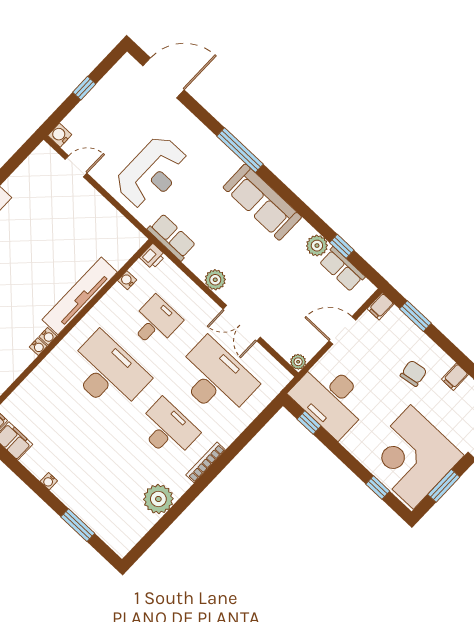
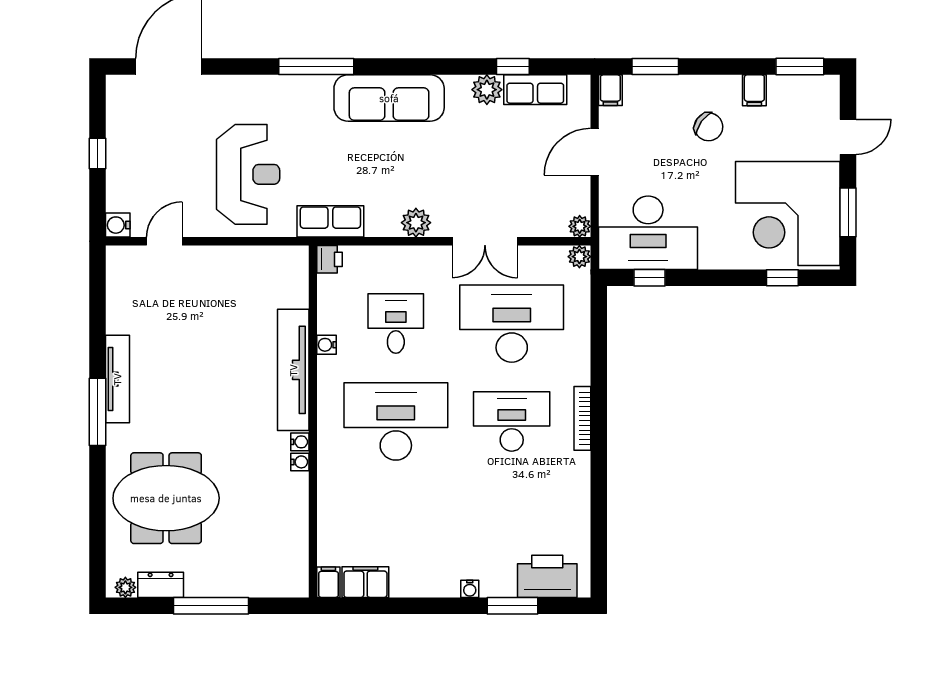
water cooler: (127, 280) -> (326, 345), moved
chair: (413, 373) -> (709, 127), turned 134
water cooler: (49, 481) -> (470, 589), moved
plant: (158, 499) -> (579, 257), moved, width x0.53, depth x0.53
printer: (110, 527) -> (547, 576), added

